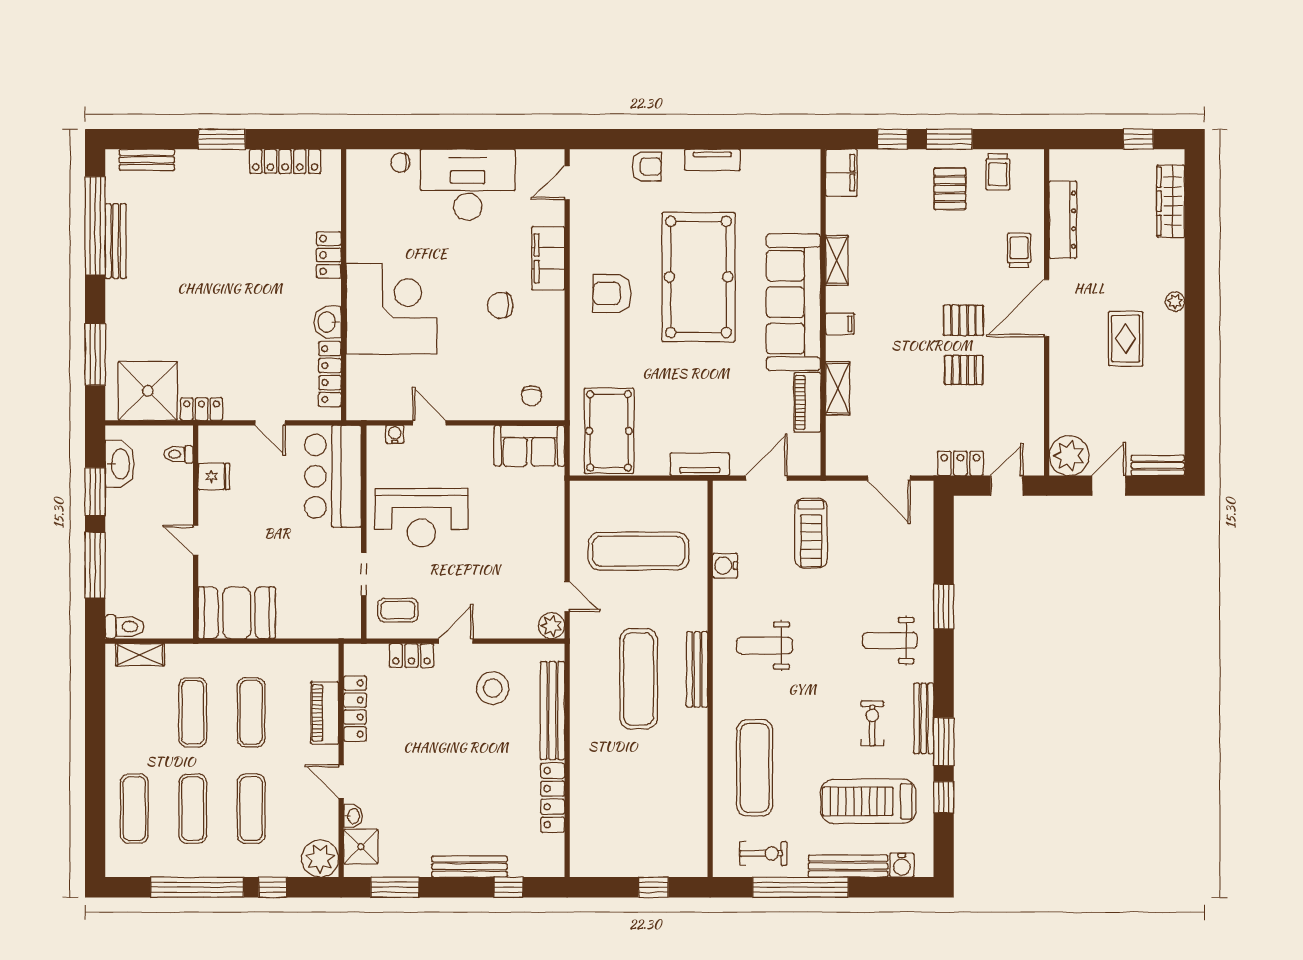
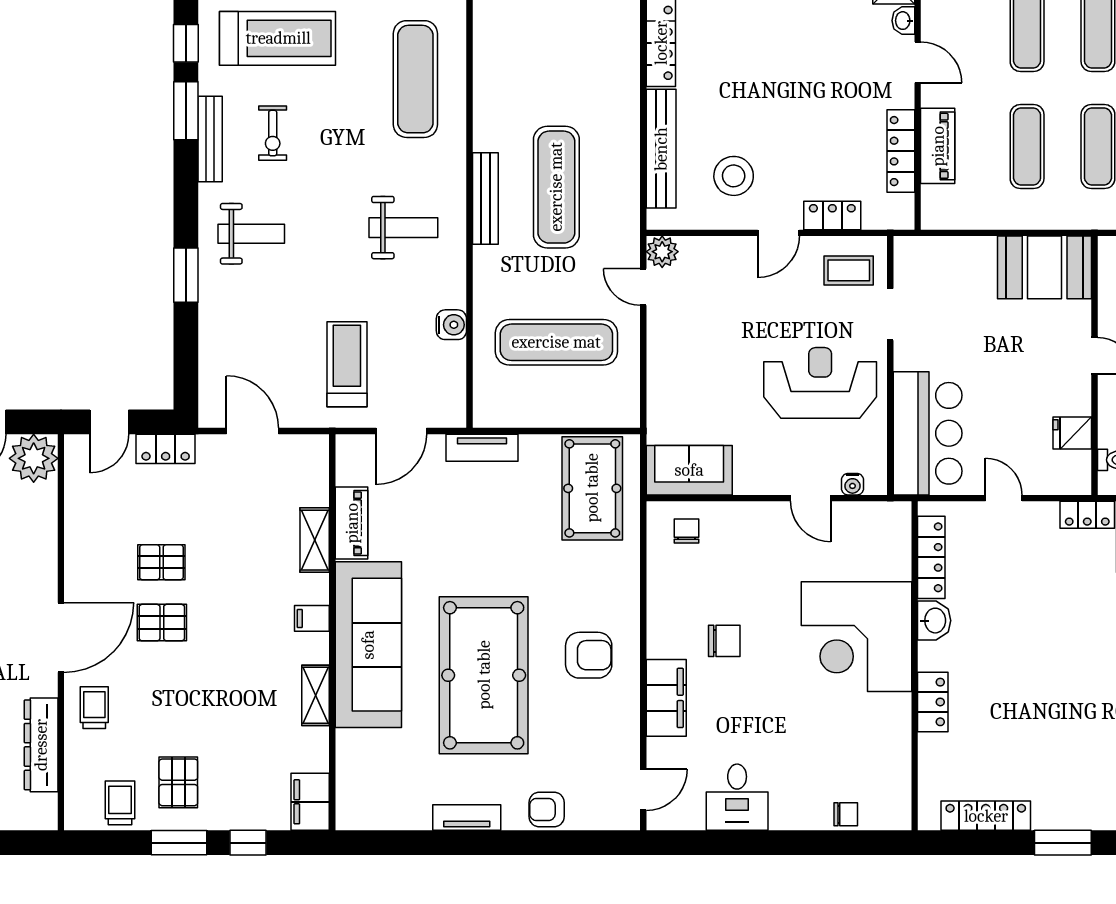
desk: (468, 185) -> (737, 797), width x0.53, depth x0.77
trolley: (1019, 250) -> (94, 708), turned 180

